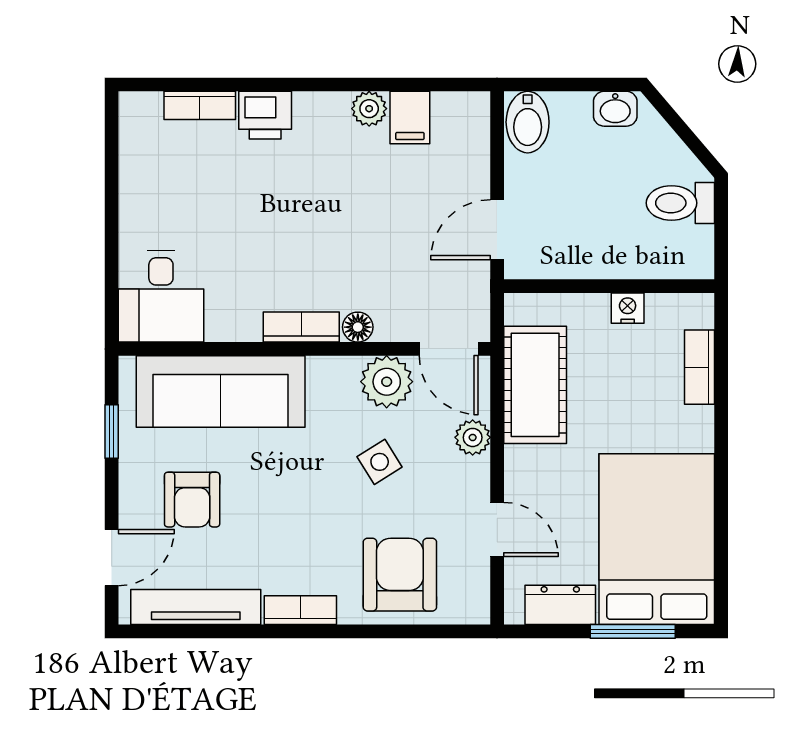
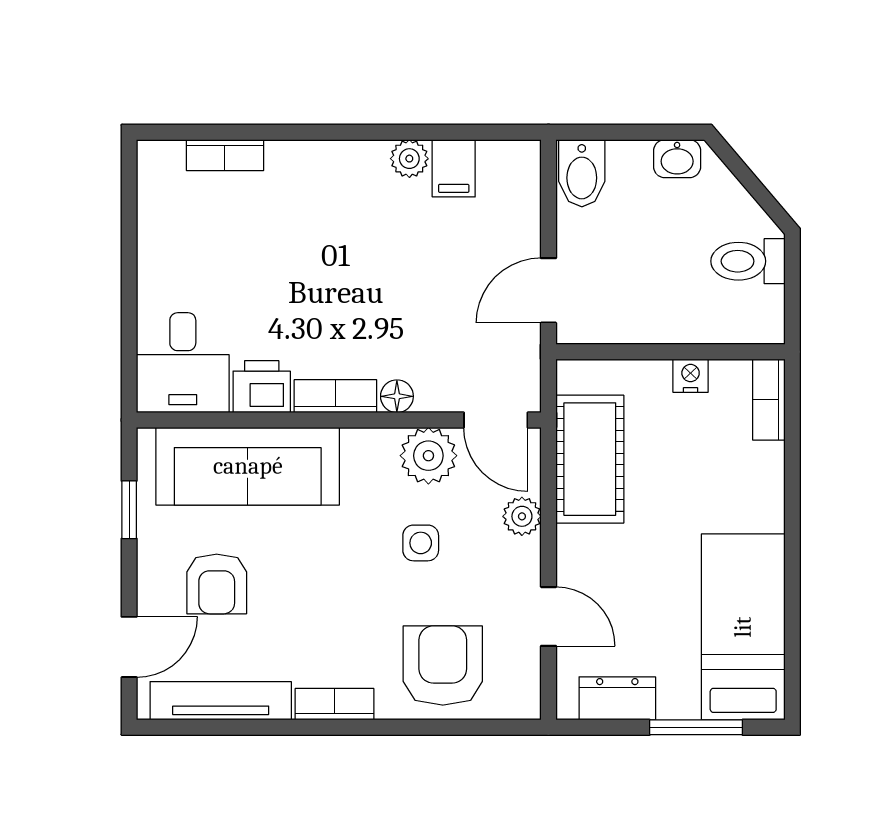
printer: (265, 115) -> (262, 387), moved, turned 180
bookcase: (700, 367) -> (769, 400), moved
side table: (380, 462) -> (421, 543), turned 32
bed: (657, 539) -> (743, 627), width x0.67

